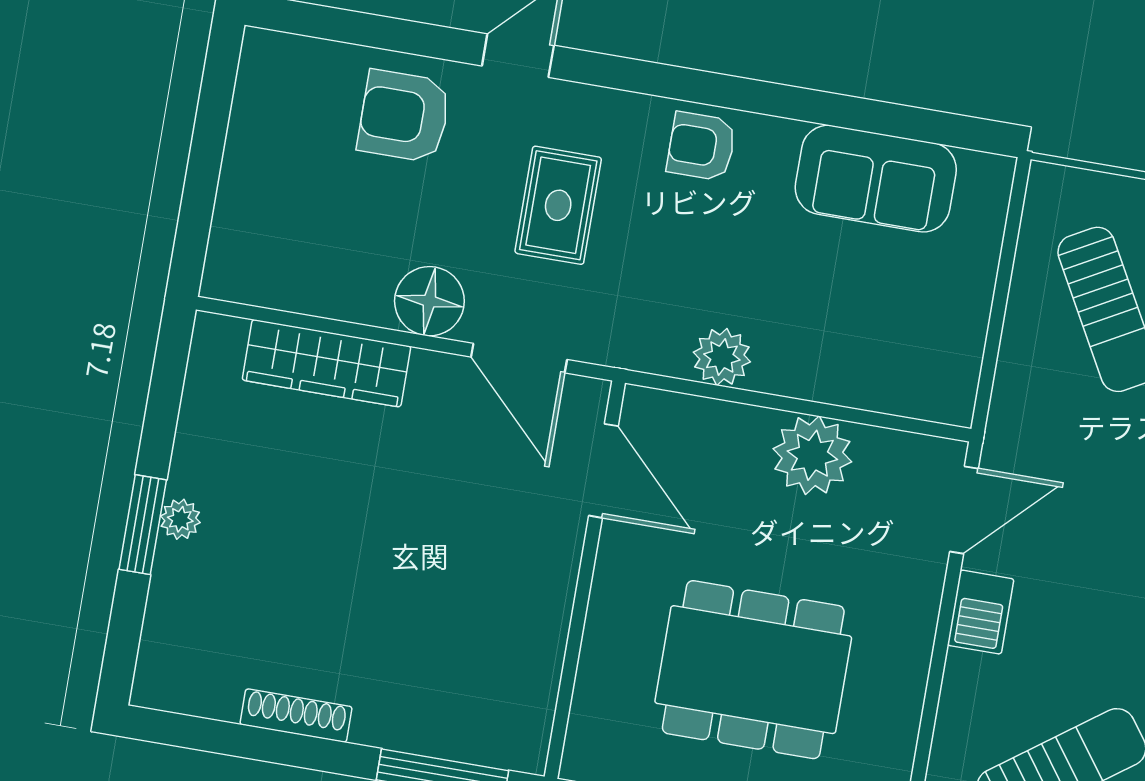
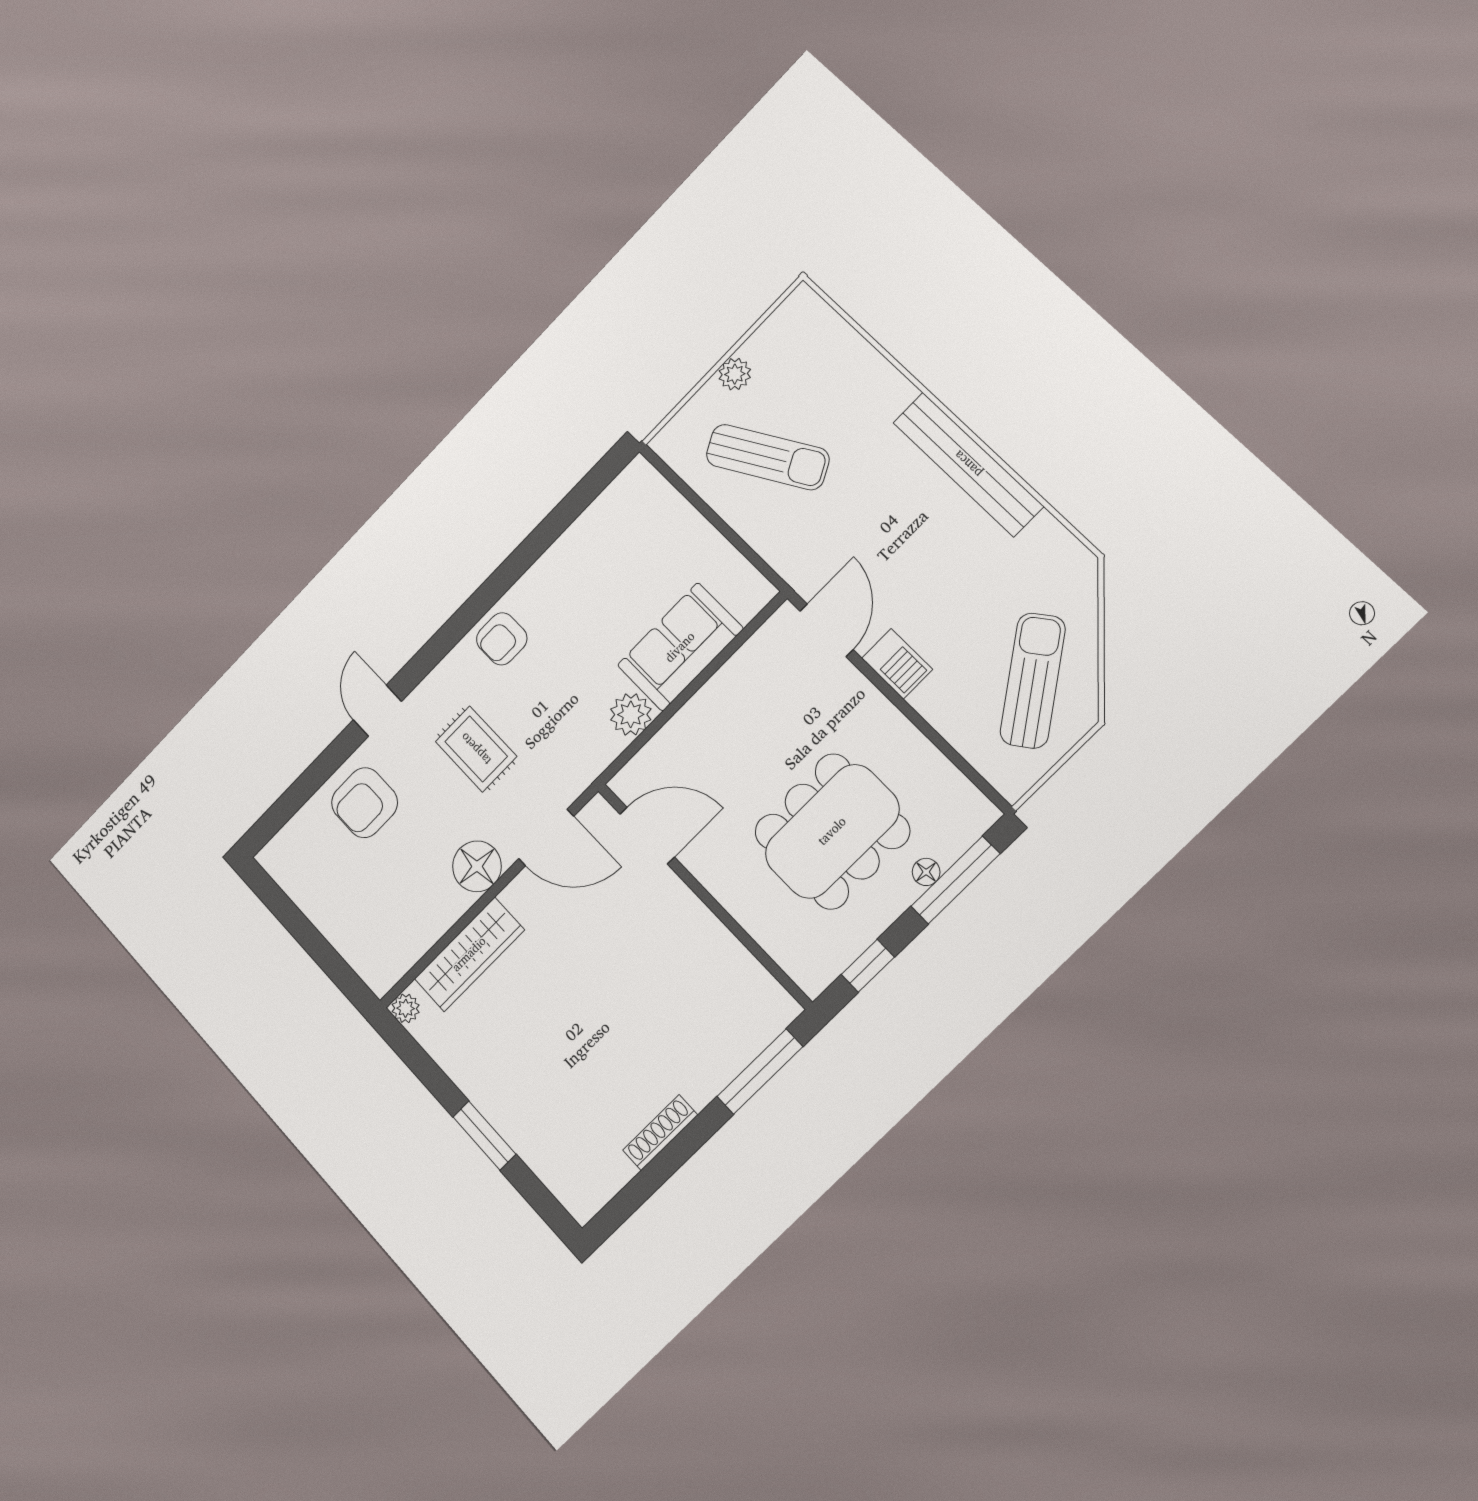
sofa: (876, 179) -> (680, 647), moved, turned 180
plant: (812, 455) -> (727, 701), removed
plant: (180, 519) -> (406, 1008), moved

